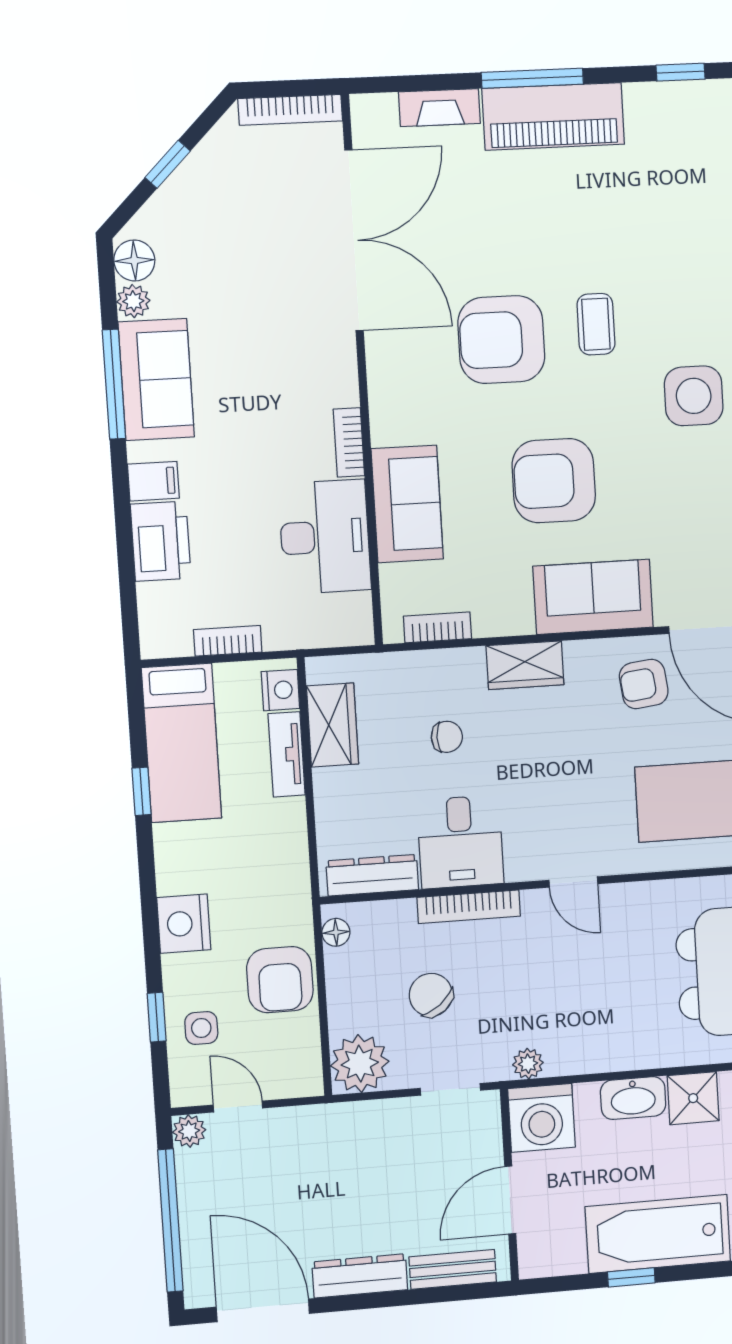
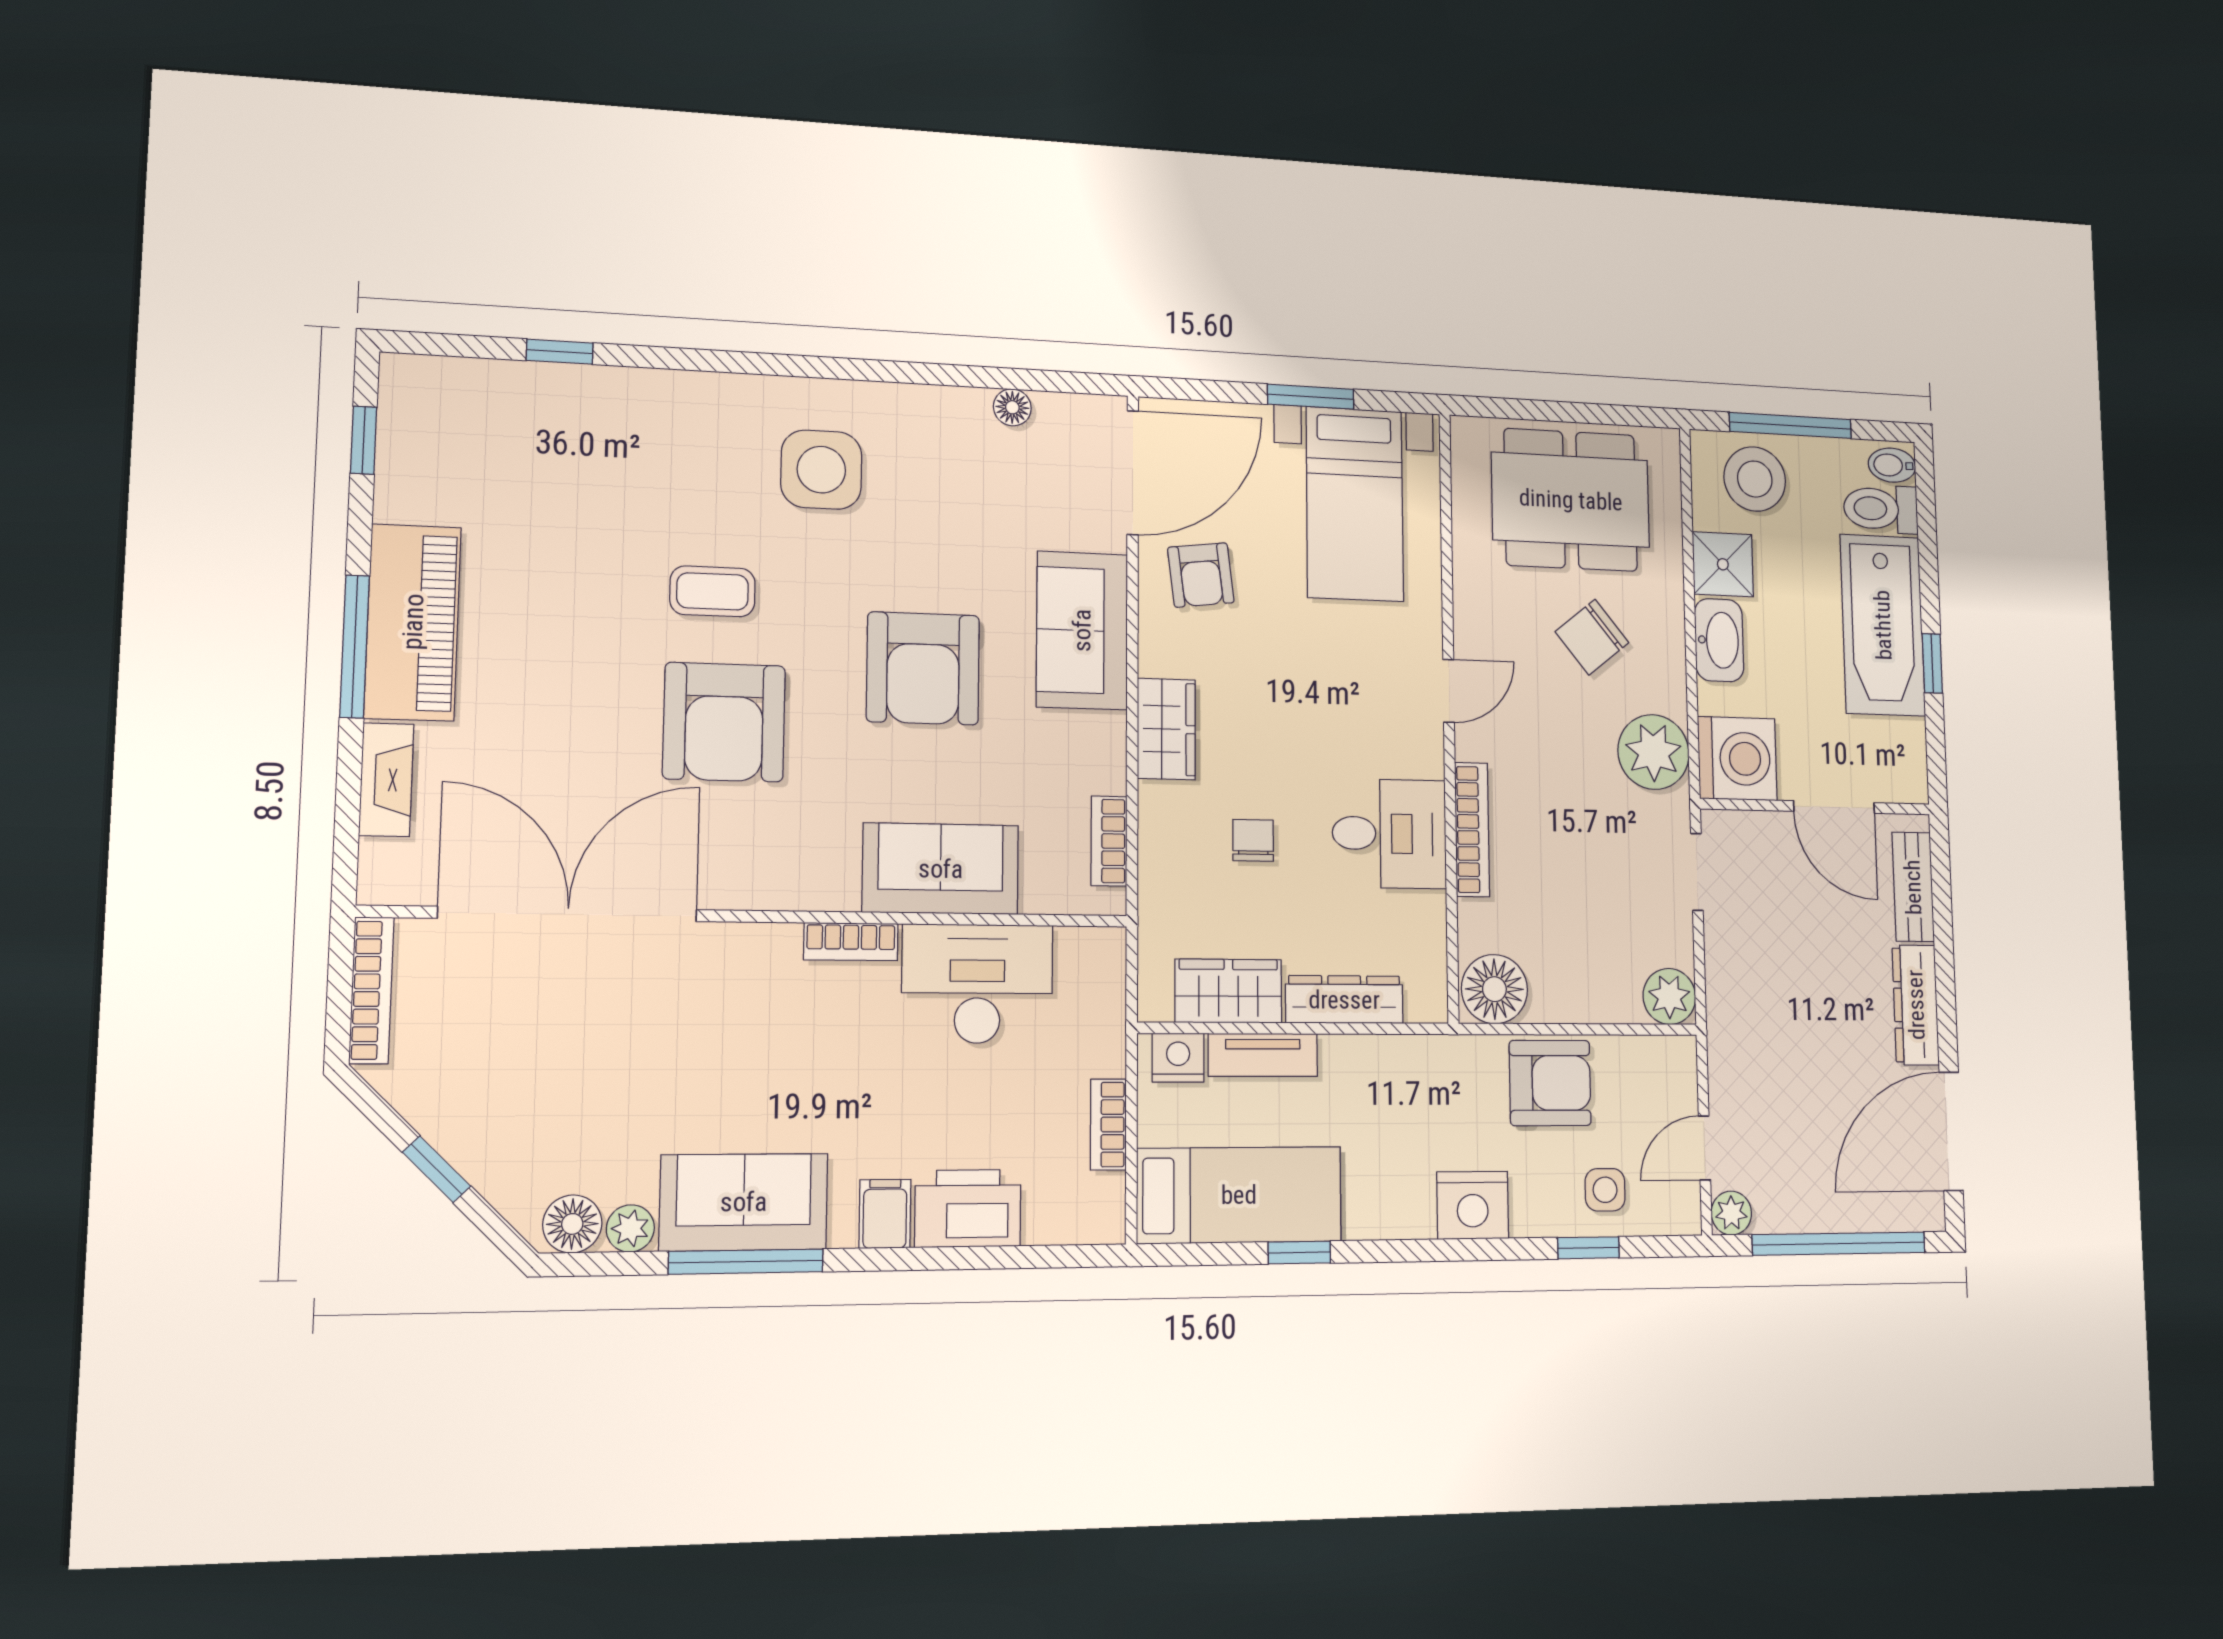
dresser: (372, 875) -> (1344, 1000), moved, turned 90
floor lamp: (336, 932) -> (1494, 989), width x1.89, depth x1.89
chair: (431, 995) -> (1592, 637), moved
plant: (360, 1064) -> (1669, 996), width x0.73, depth x0.73
plant: (528, 1064) -> (1654, 752), width x1.88, depth x1.88

